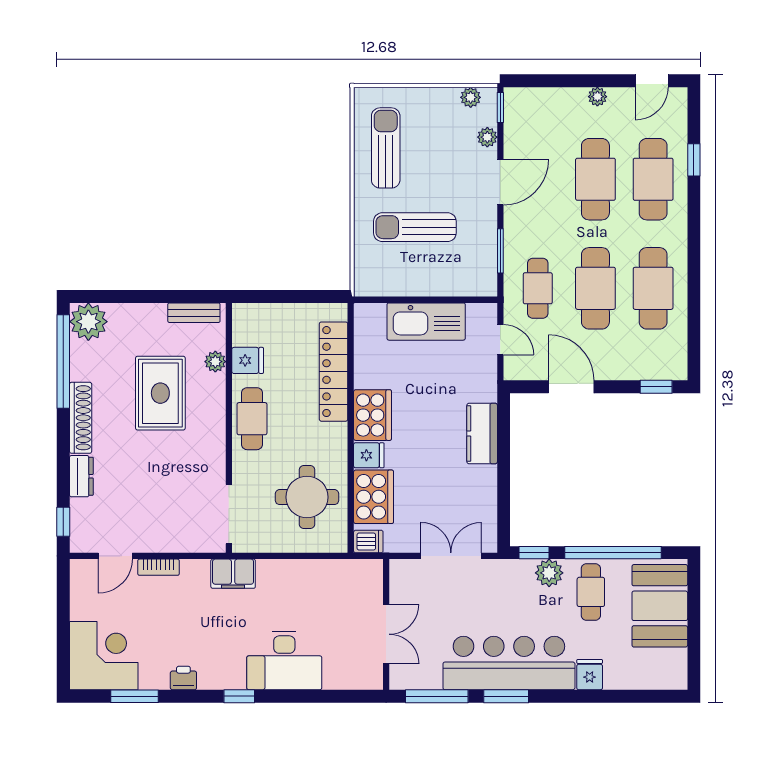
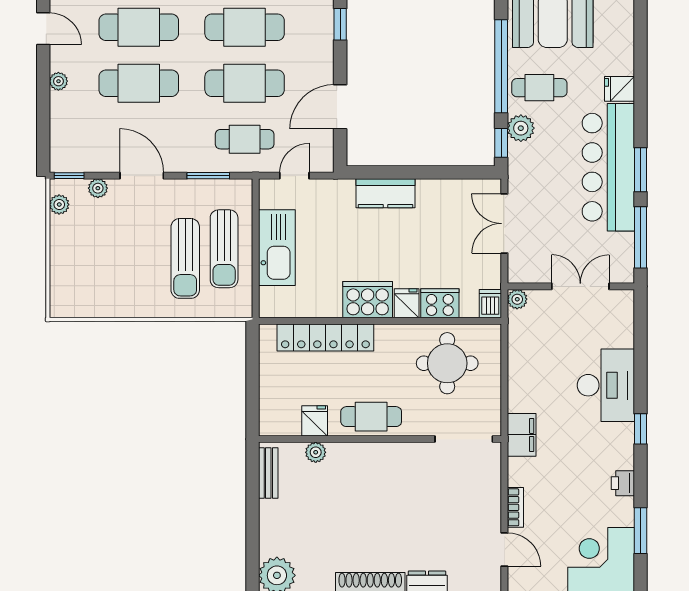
sun lounger: (386, 148) -> (224, 249), moved, turned -90
rug: (160, 393) -> (346, 506), removed
cooker: (374, 497) -> (440, 303), width x0.73, depth x0.76
plant: (373, 569) -> (517, 299), added

